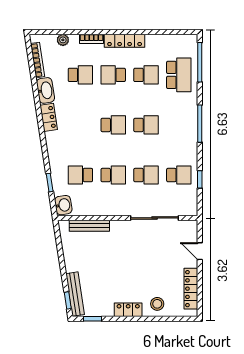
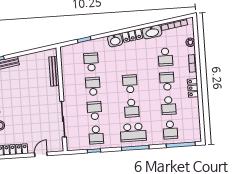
locker: (125, 41) -> (193, 88), width x0.66
school desk: (179, 75) -> (170, 130), width x0.54
school desk: (113, 125) -> (130, 84), turned 180
school desk: (179, 125) -> (133, 132), added
school desk: (113, 175) -> (93, 86), turned 180
school desk: (146, 175) -> (94, 111), turned 180
washbasin: (63, 205) -> (115, 40), moved

